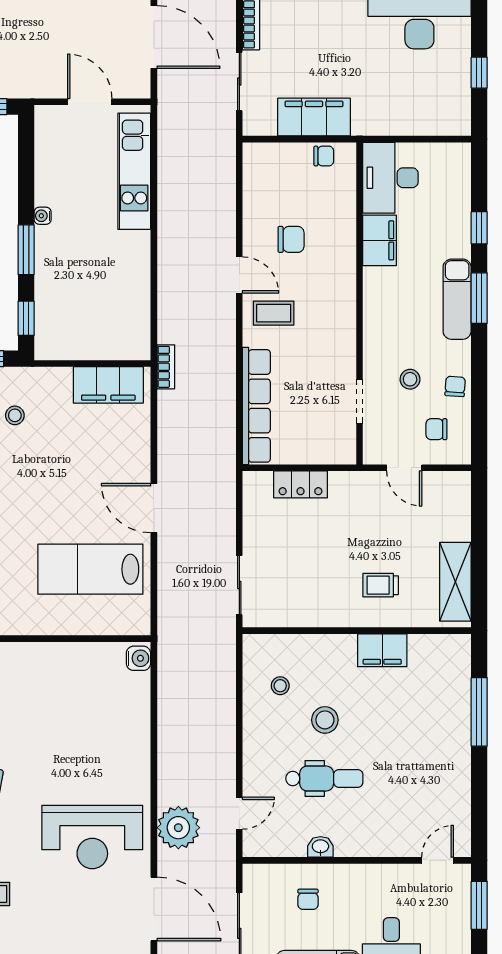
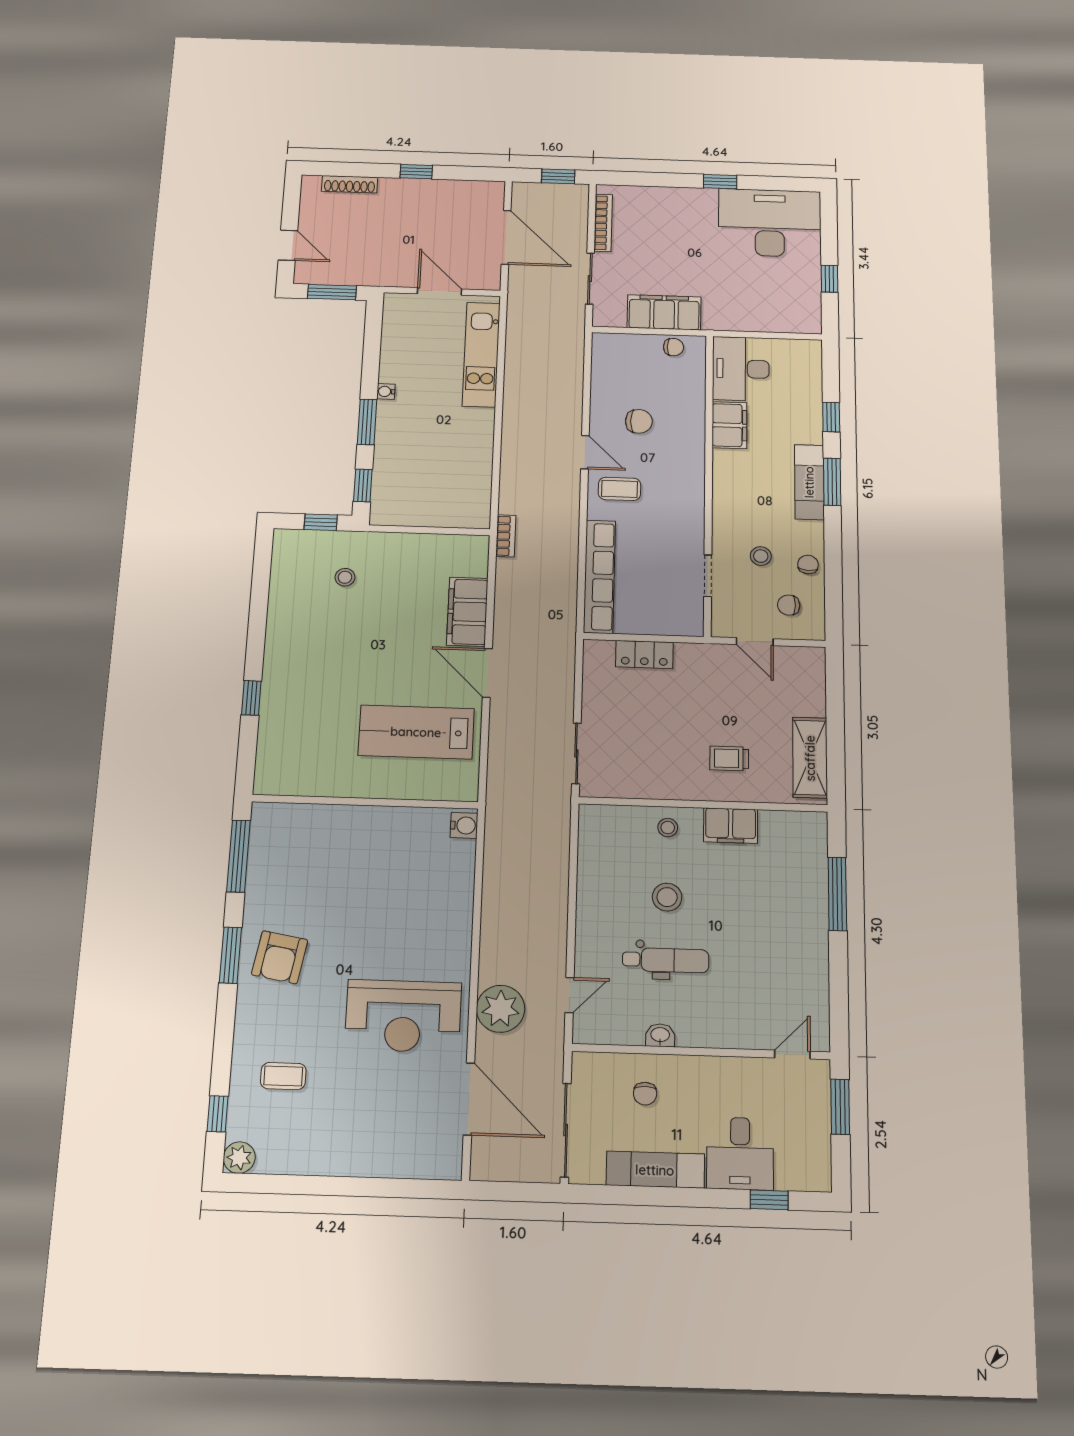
filing cabinet: (108, 385) -> (467, 612), moved, turned 90
stool: (280, 686) -> (668, 828), moved

